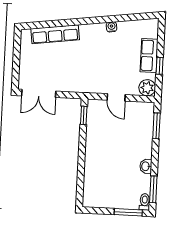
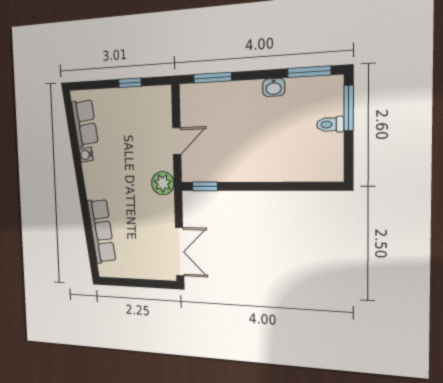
row of seats: (149, 55) -> (85, 123), moved, turned -98
plant: (147, 88) -> (163, 183), moved
toilet: (145, 202) -> (330, 124), moved

